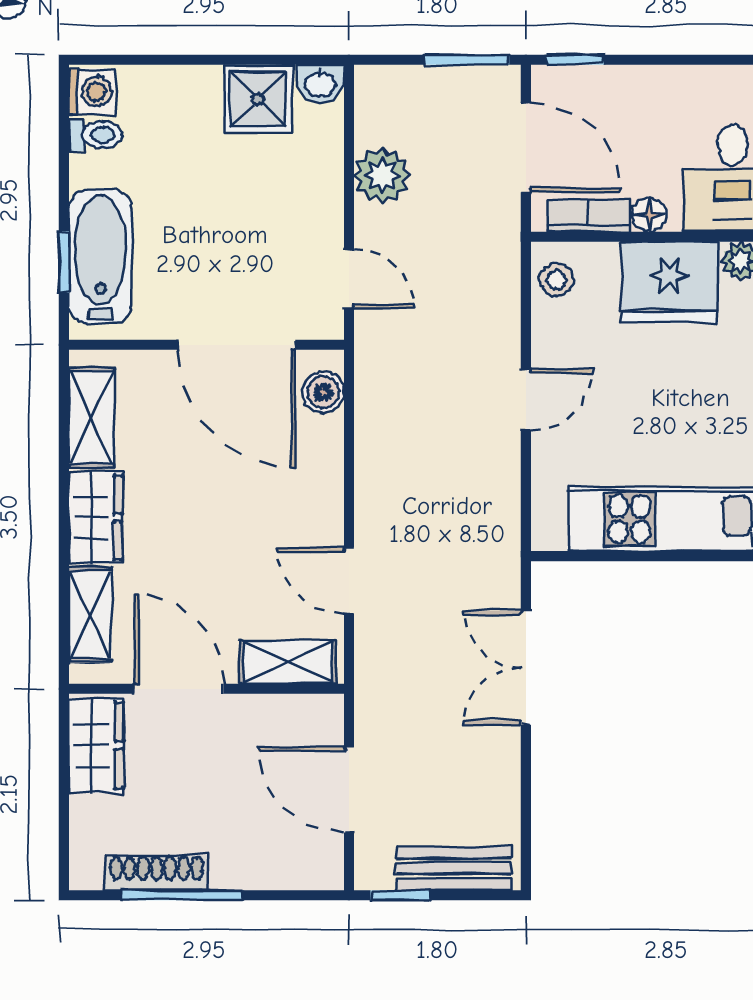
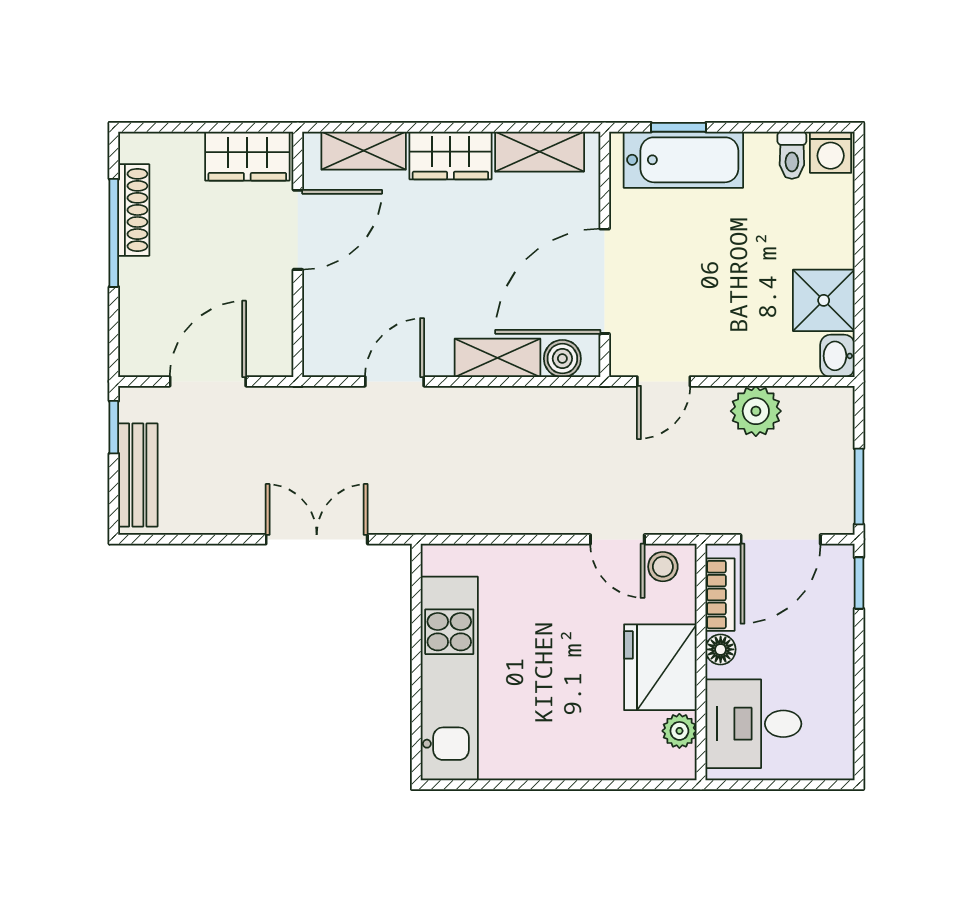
door: (526, 399) -> (617, 539), moved
shelving: (288, 662) -> (497, 358), moved, turned 90

